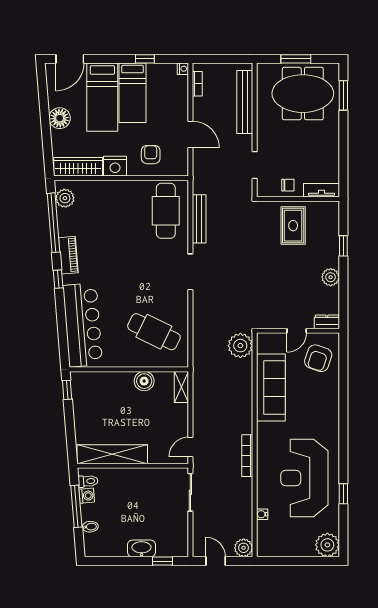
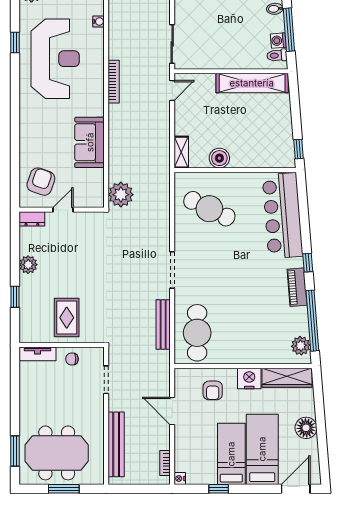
sofa: (271, 388) -> (90, 142), width x0.73

